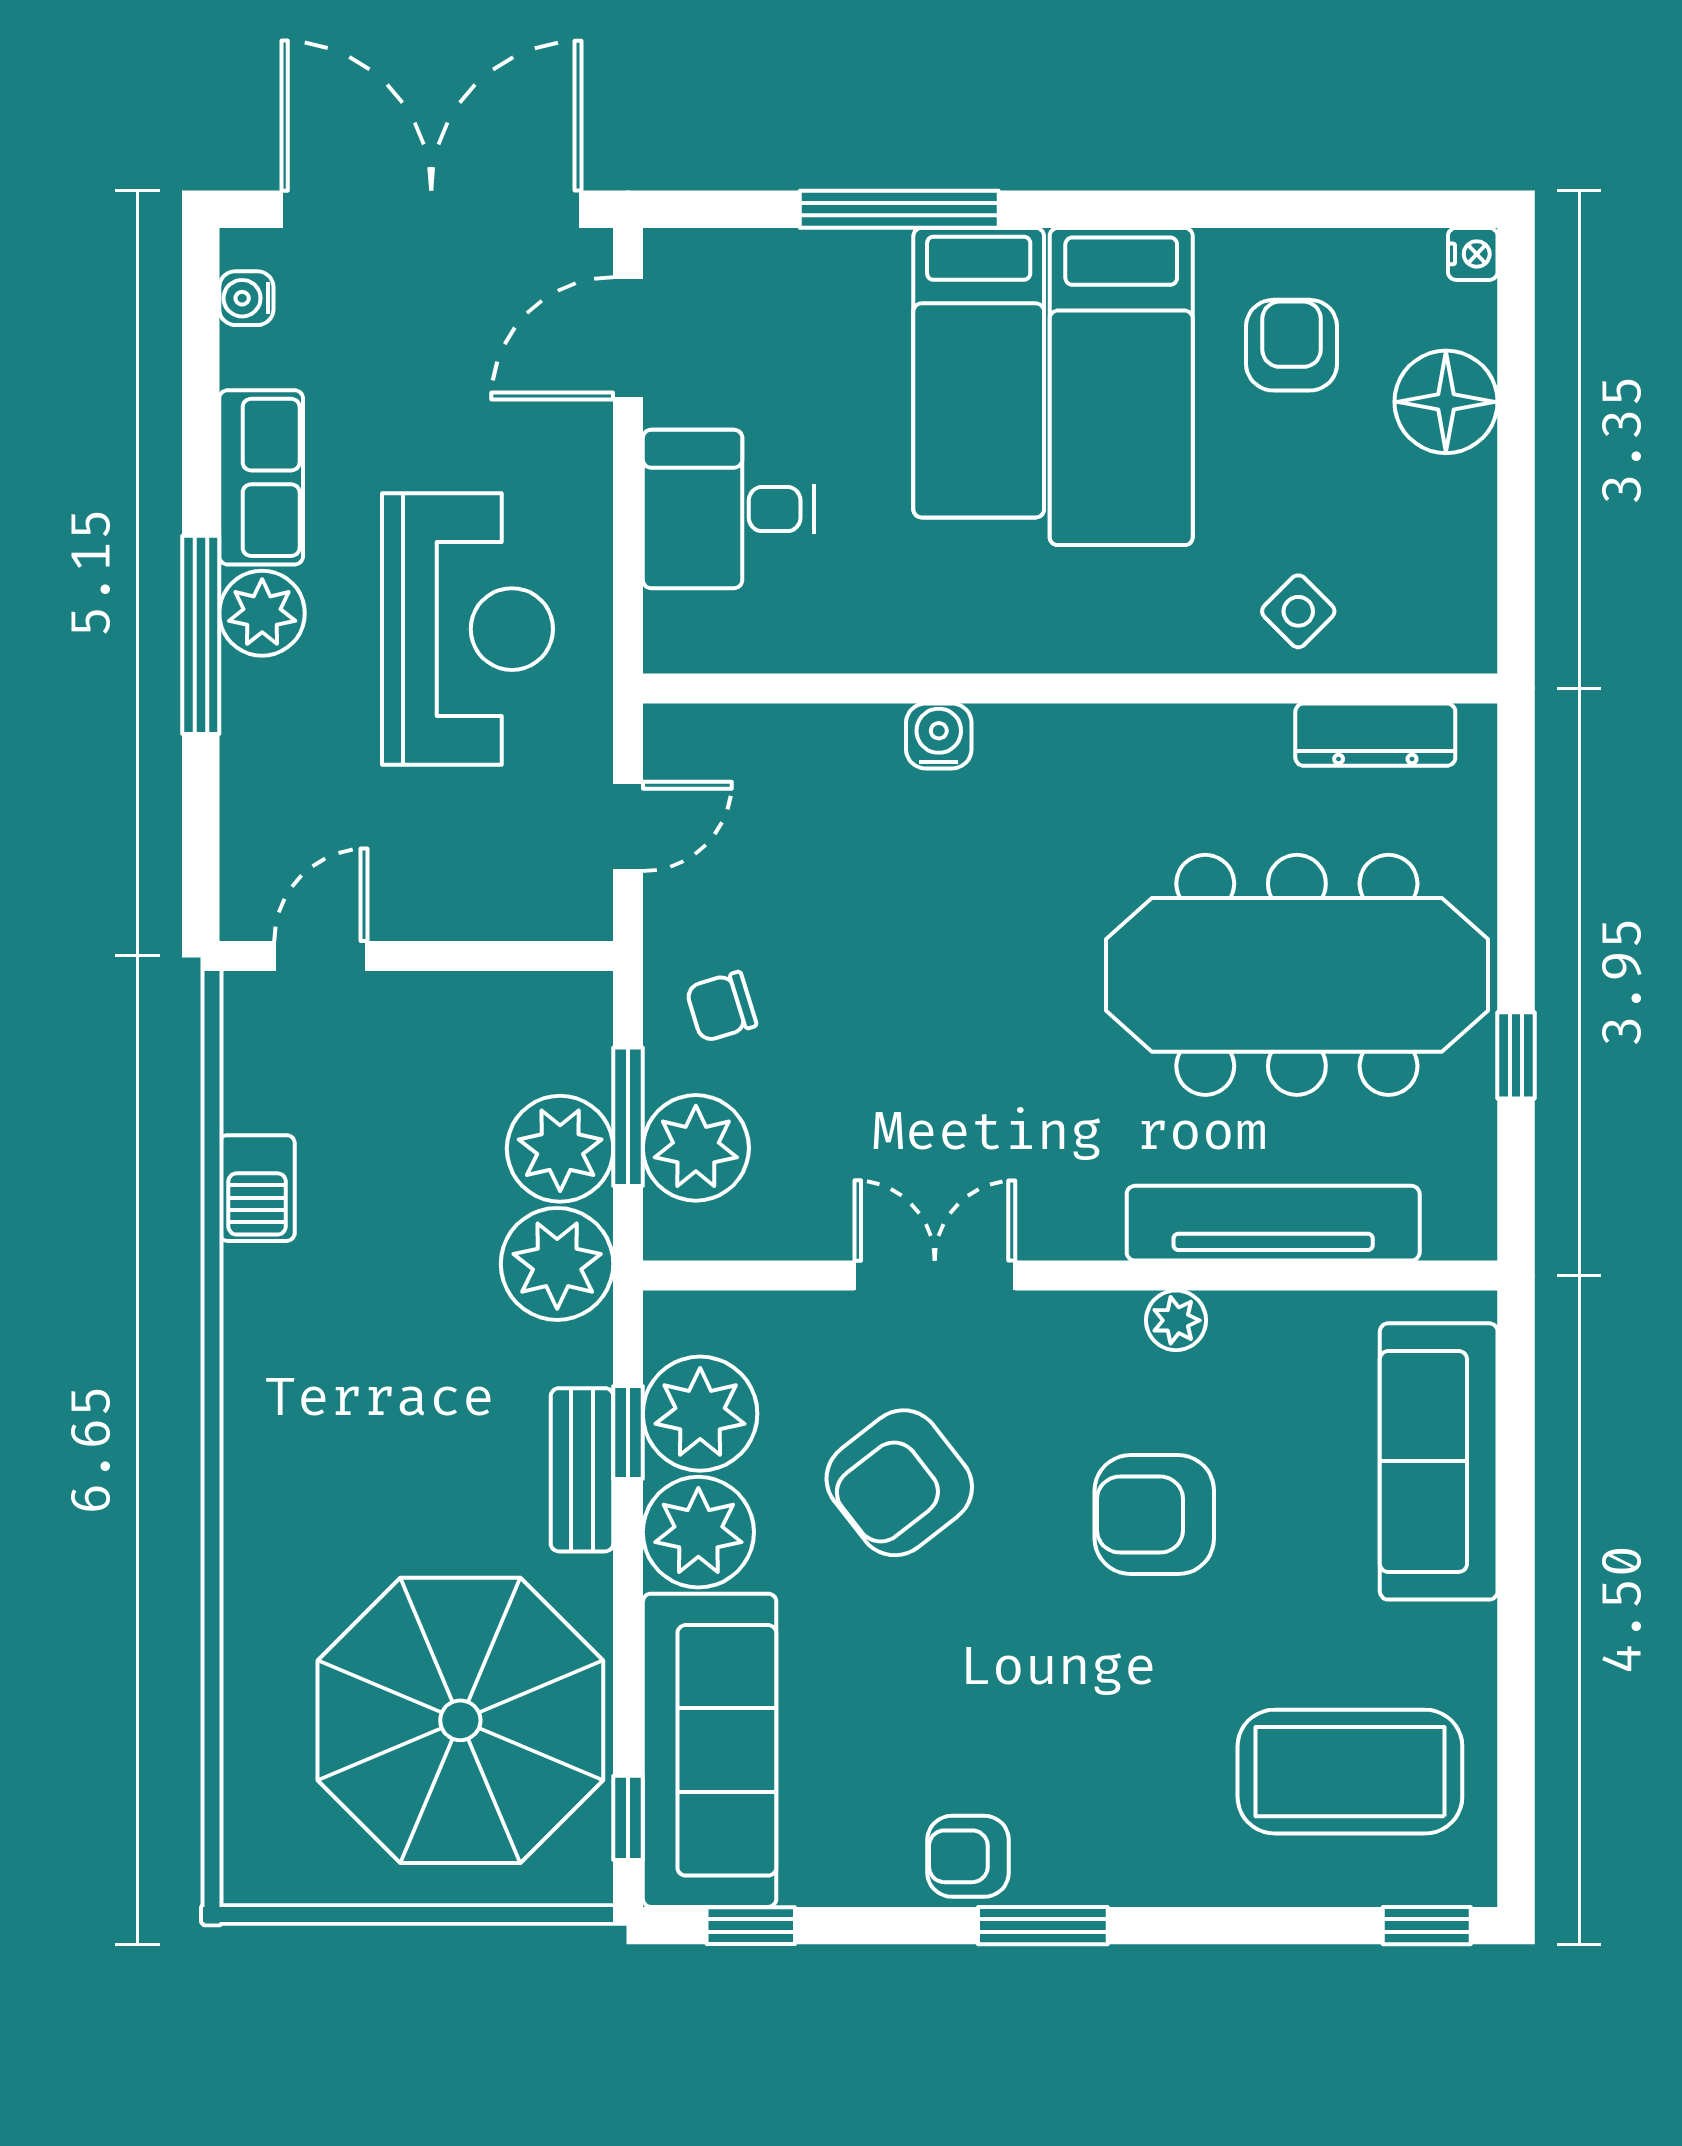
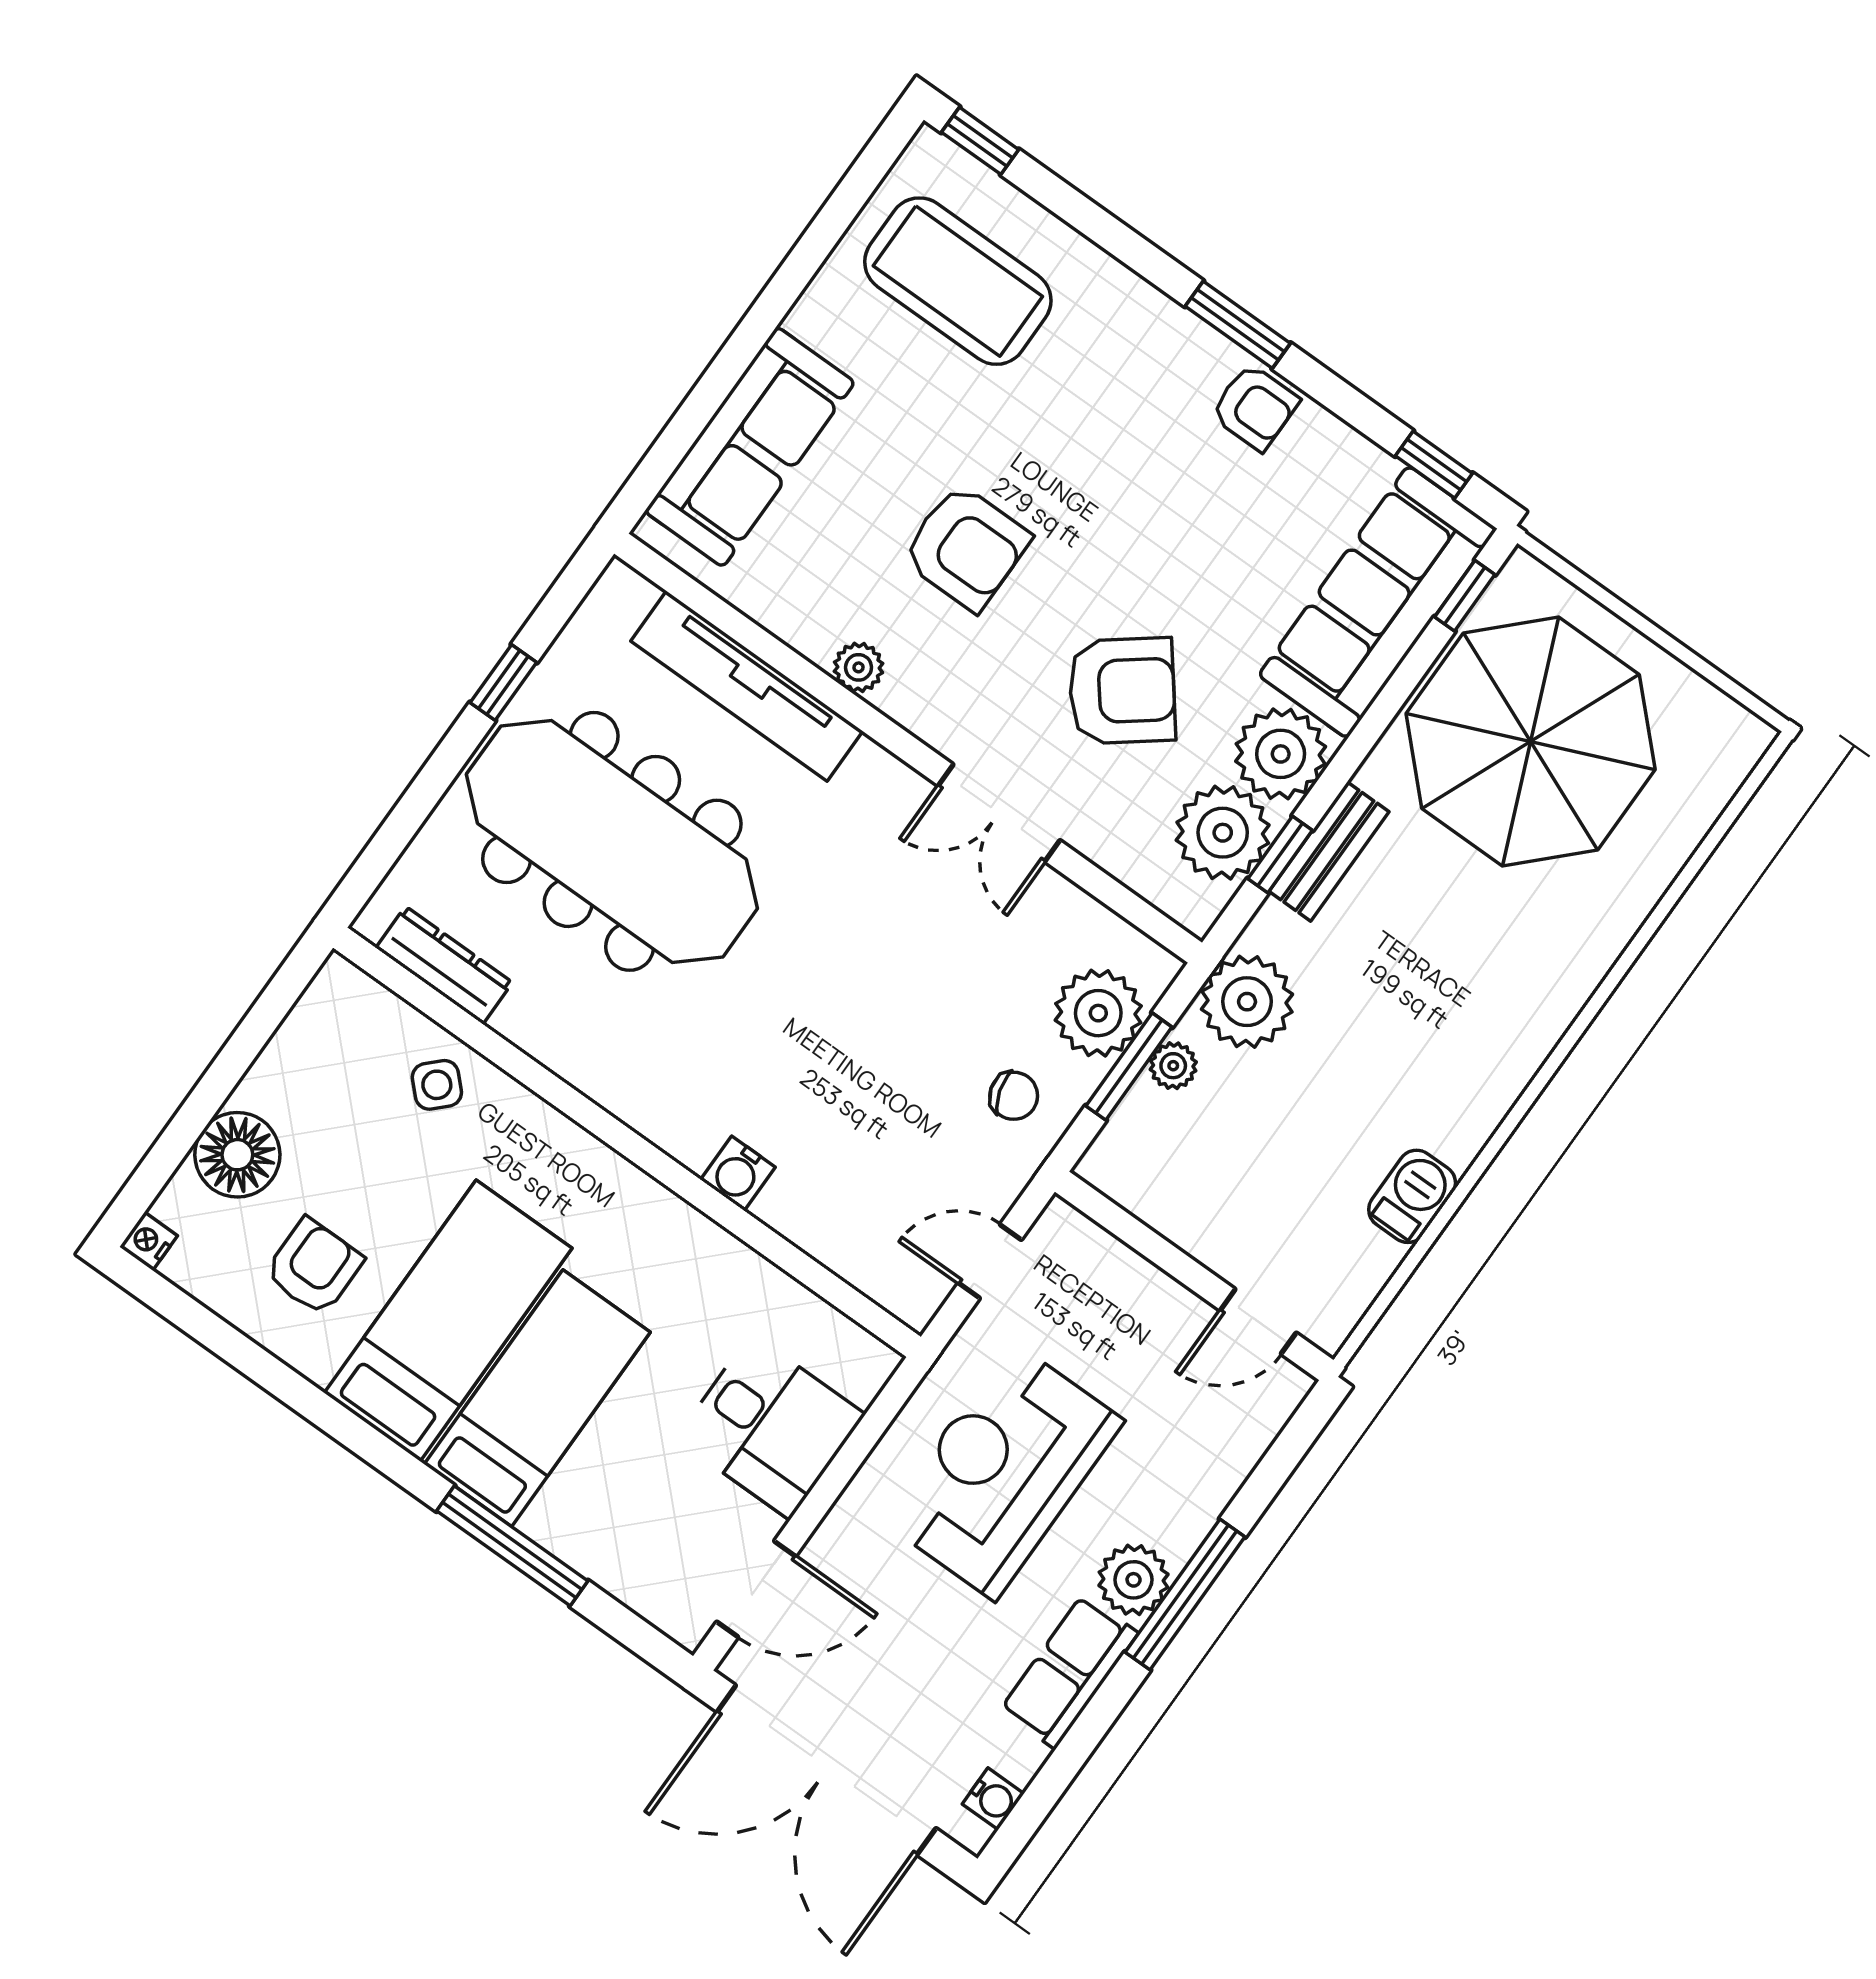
armchair: (1292, 345) -> (314, 1267), turned 180
plant: (560, 1149) -> (1173, 1066), width x0.53, depth x0.53

